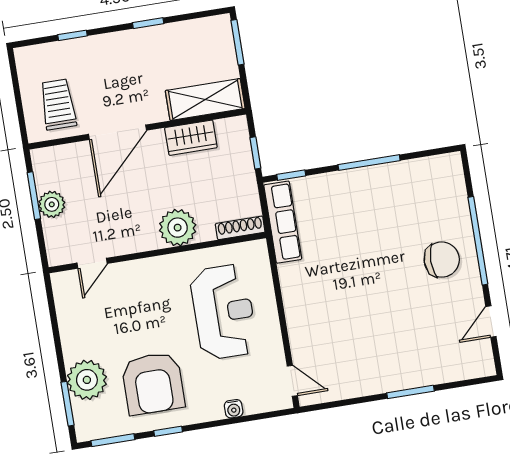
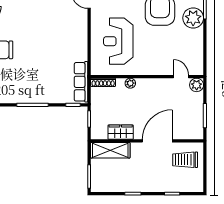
trolley: (58, 104) -> (185, 160), turned 90
plant: (52, 204) -> (197, 85), moved
plant: (178, 228) -> (130, 83), width x0.53, depth x0.53
door: (92, 263) -> (181, 77), hinge flipped

